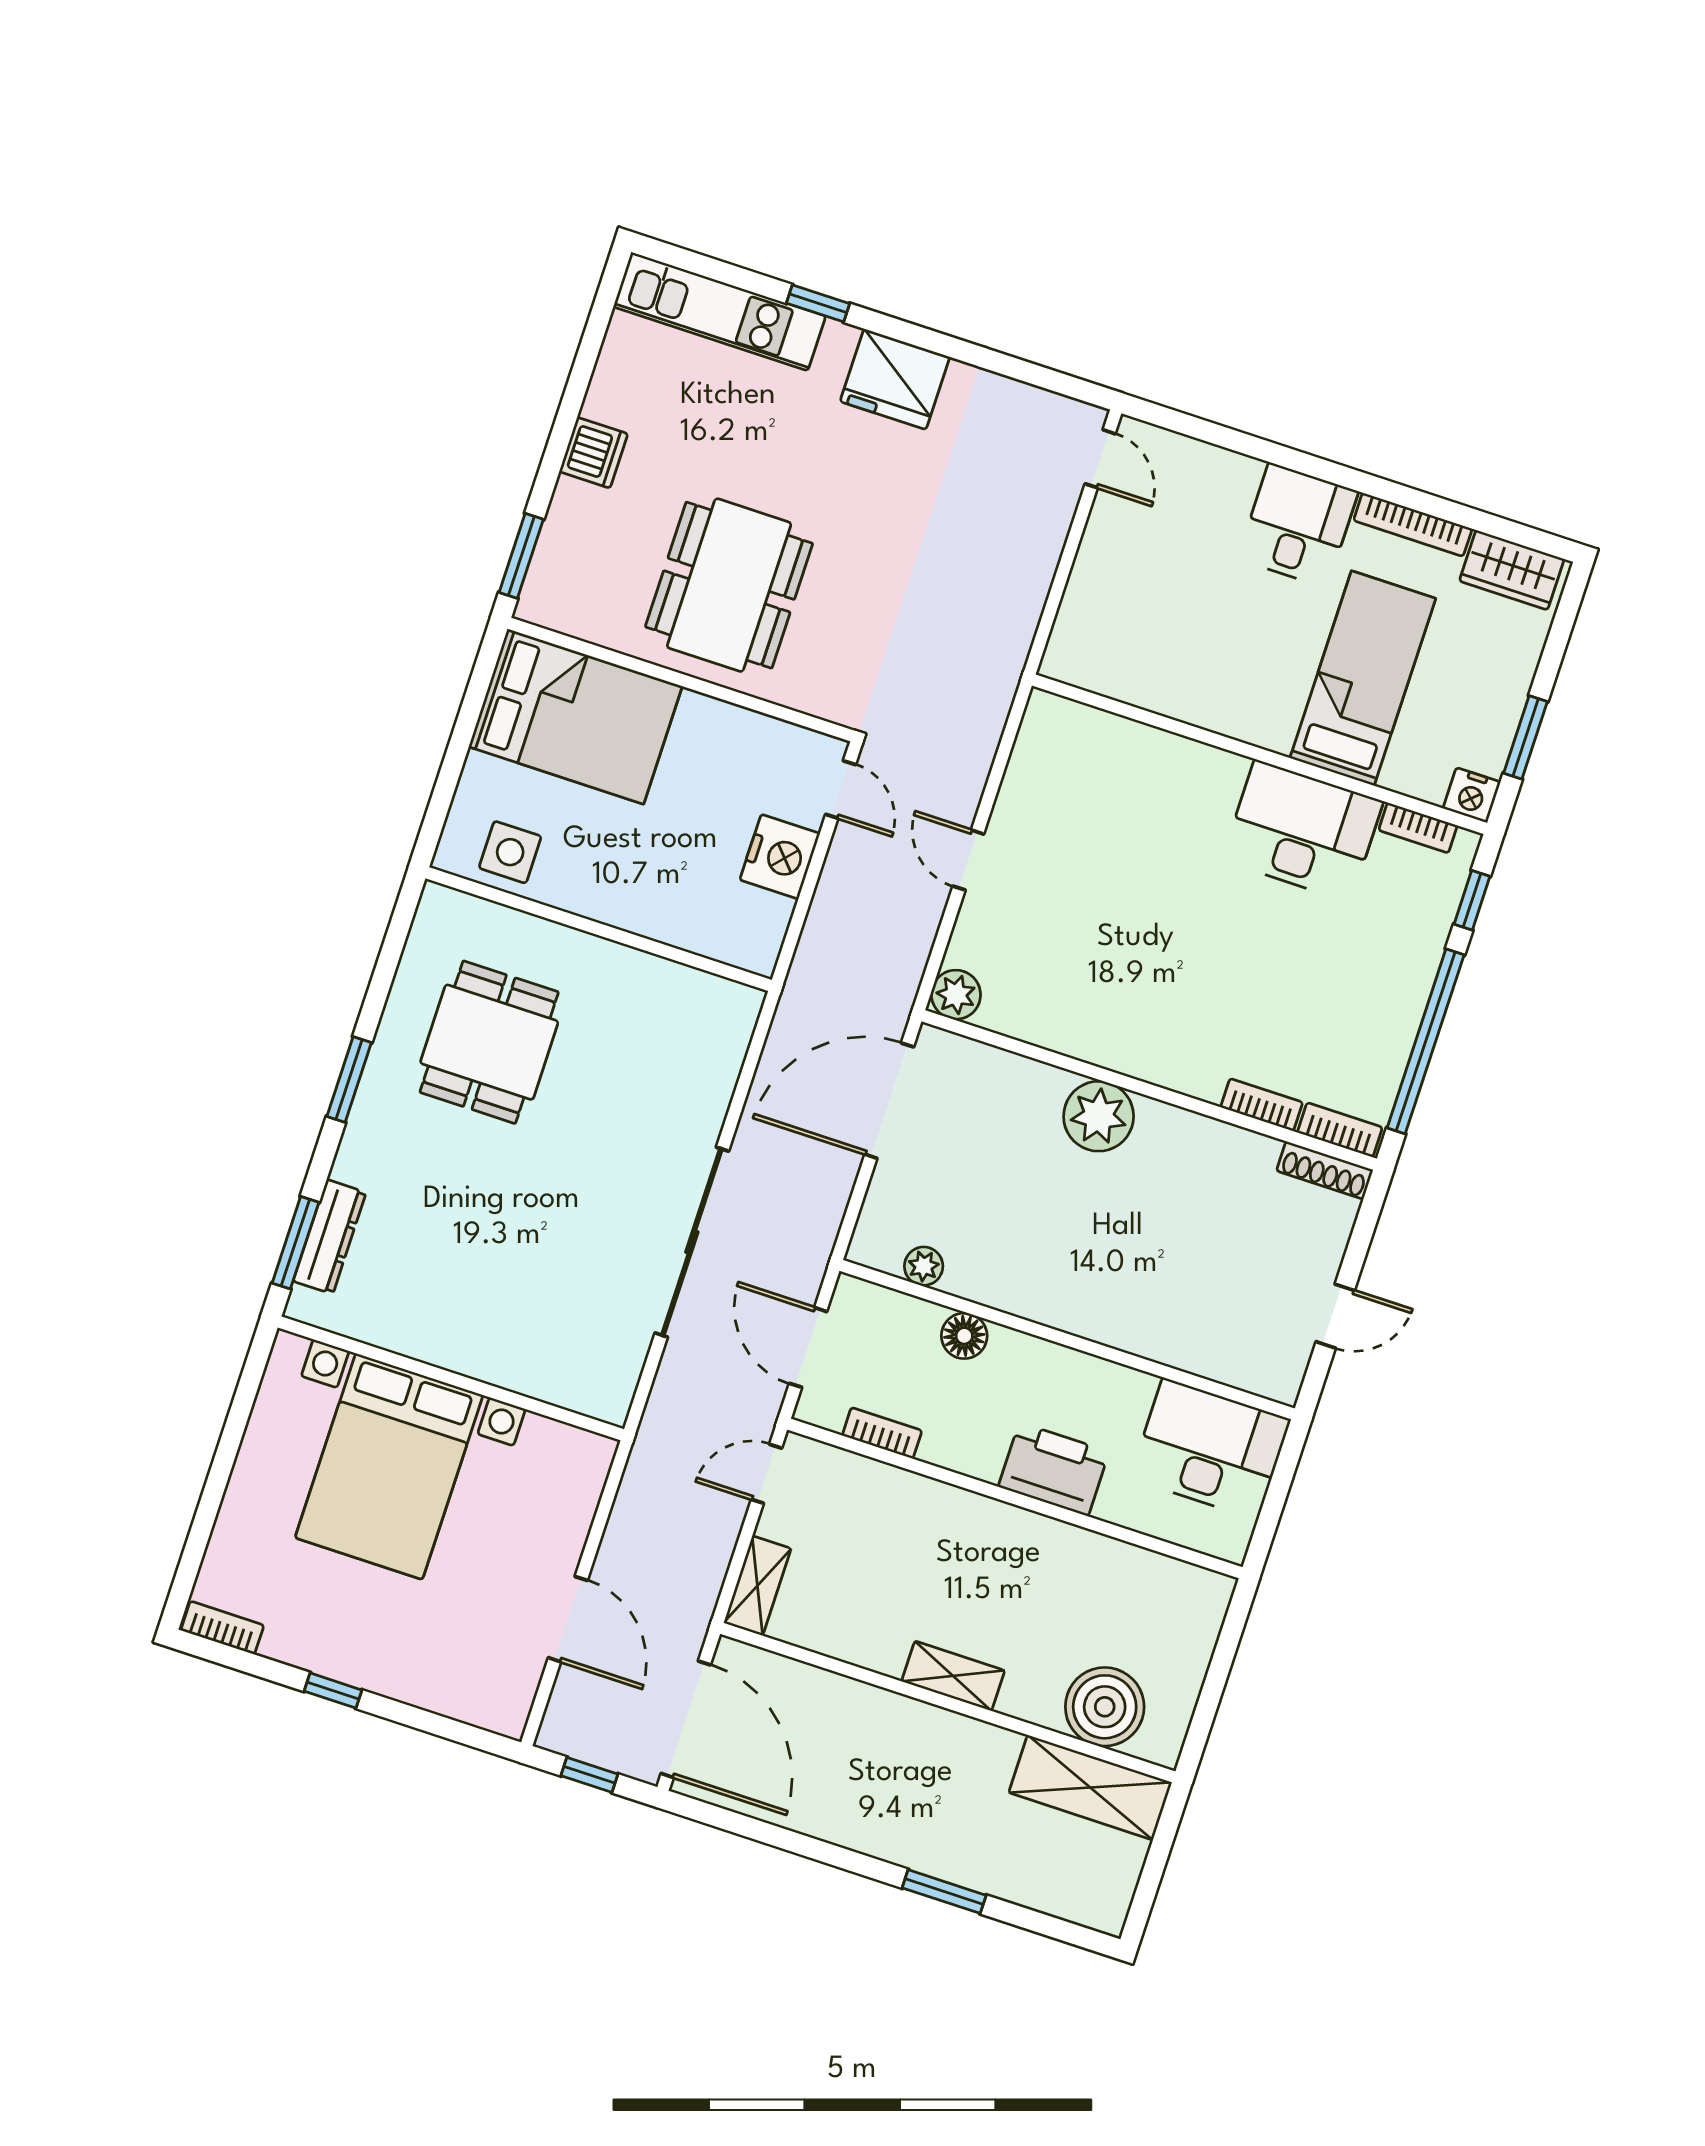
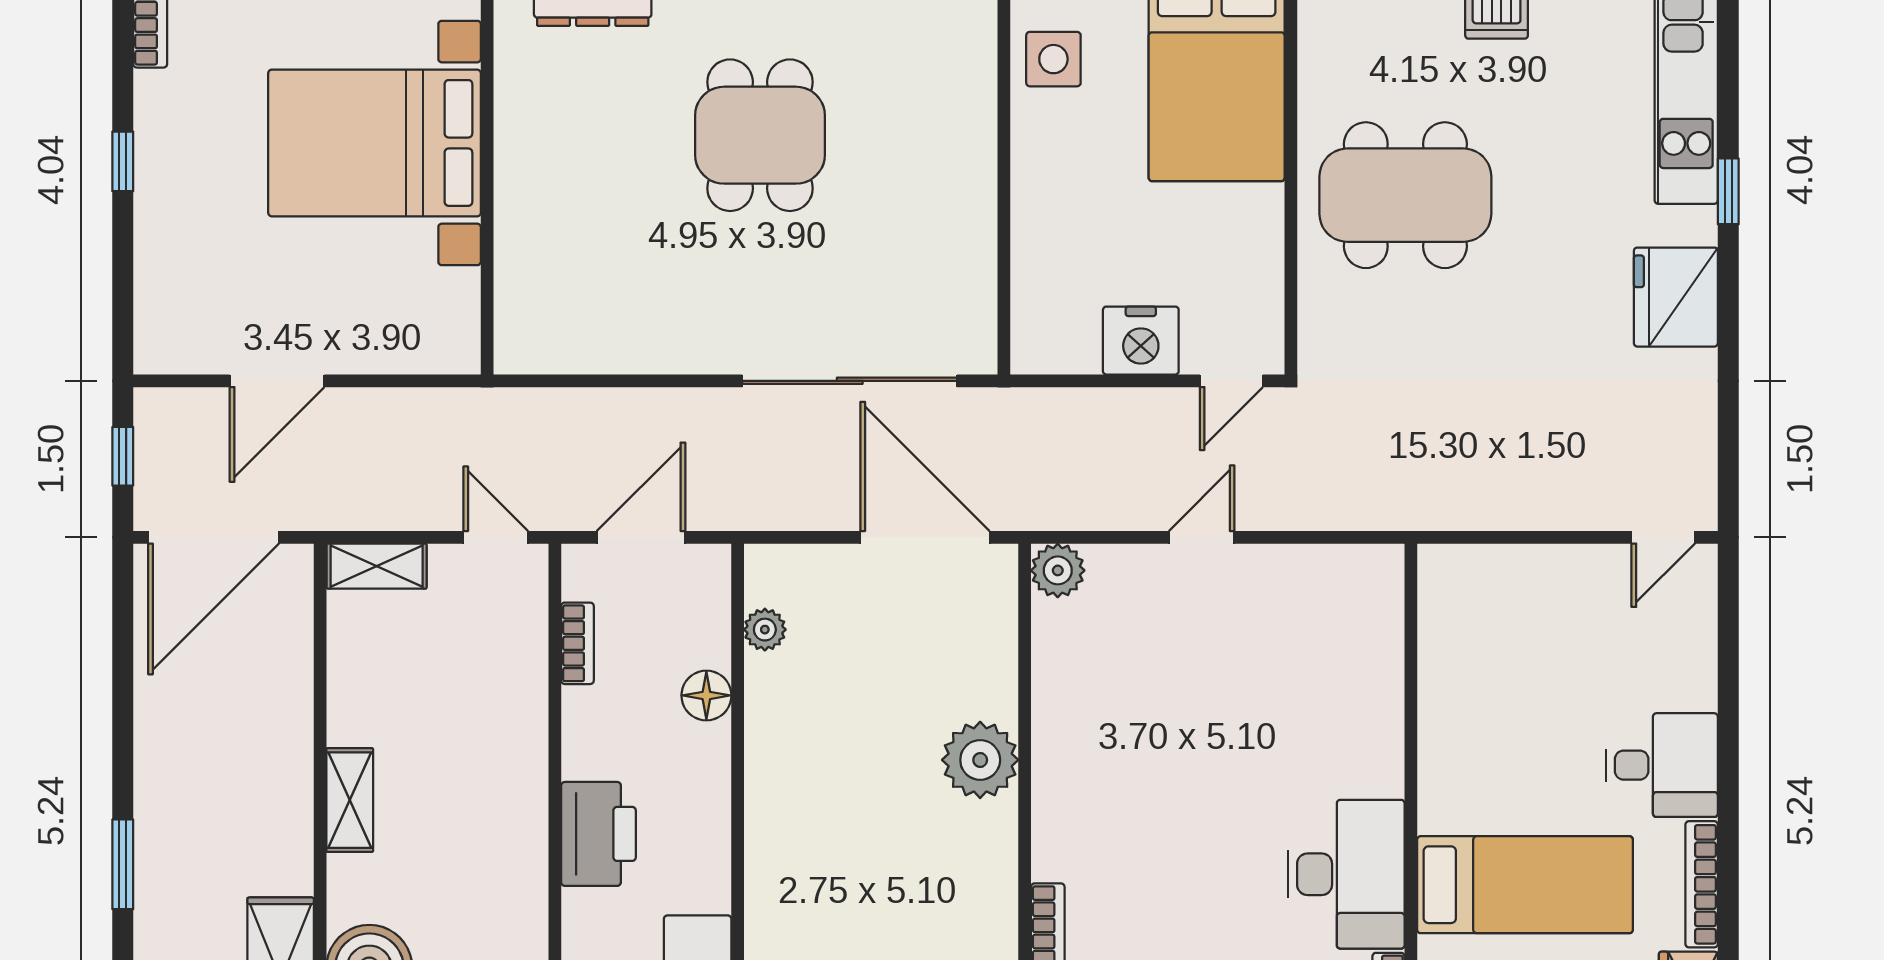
dining table: (489, 1042) -> (760, 135), moved, turned 90
sliding door: (692, 1242) -> (850, 381), moved

